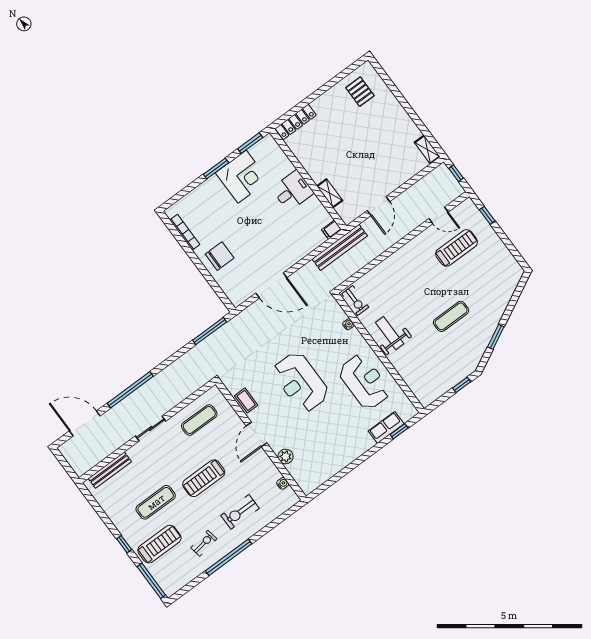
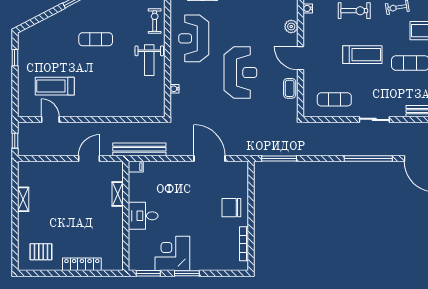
pallet: (360, 92) -> (41, 252), turned 90
locker: (296, 122) -> (82, 264), moved
shelving: (427, 149) -> (23, 199), moved
window: (487, 215) -> (15, 58), moved
exercise bike: (355, 300) -> (155, 21), moved
door: (256, 434) -> (301, 58), swing flipped

